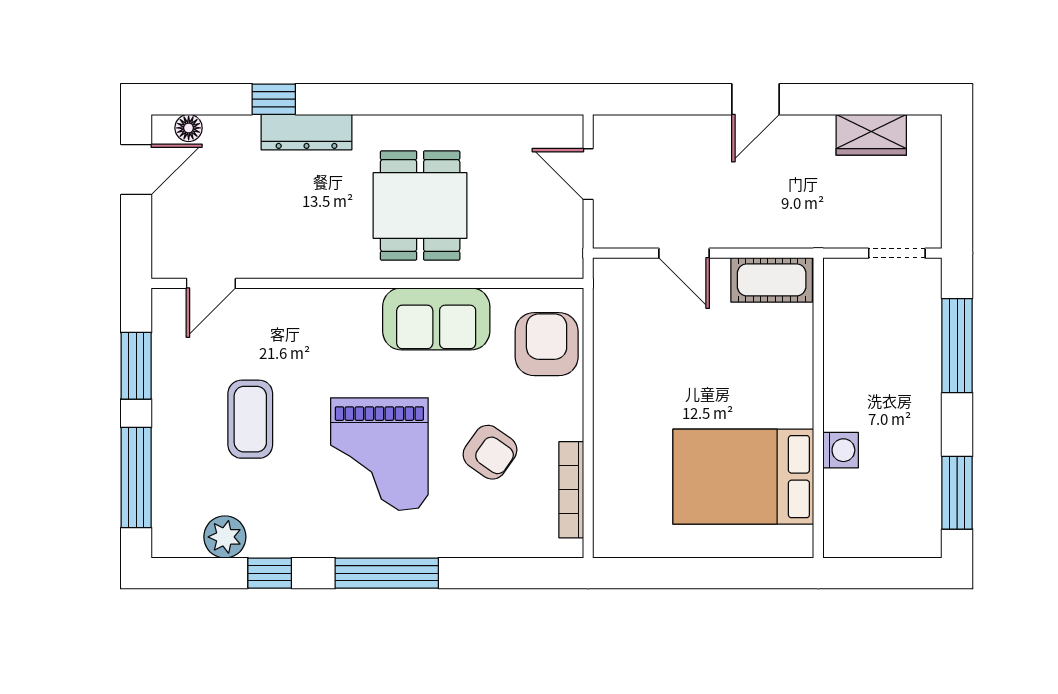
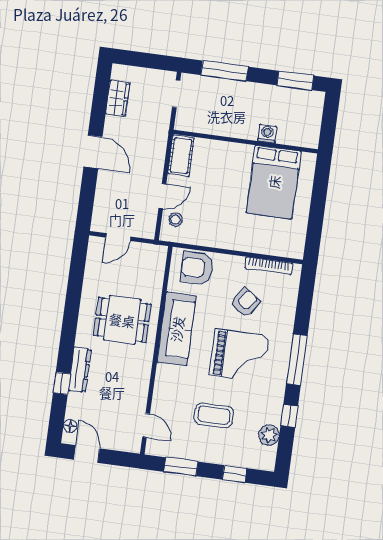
door: (755, 99) -> (93, 152), width x1.38
stool: (640, 286) -> (175, 219), added
sofa: (436, 319) -> (177, 329), width x1.36
window: (136, 478) -> (235, 474), width x0.46

